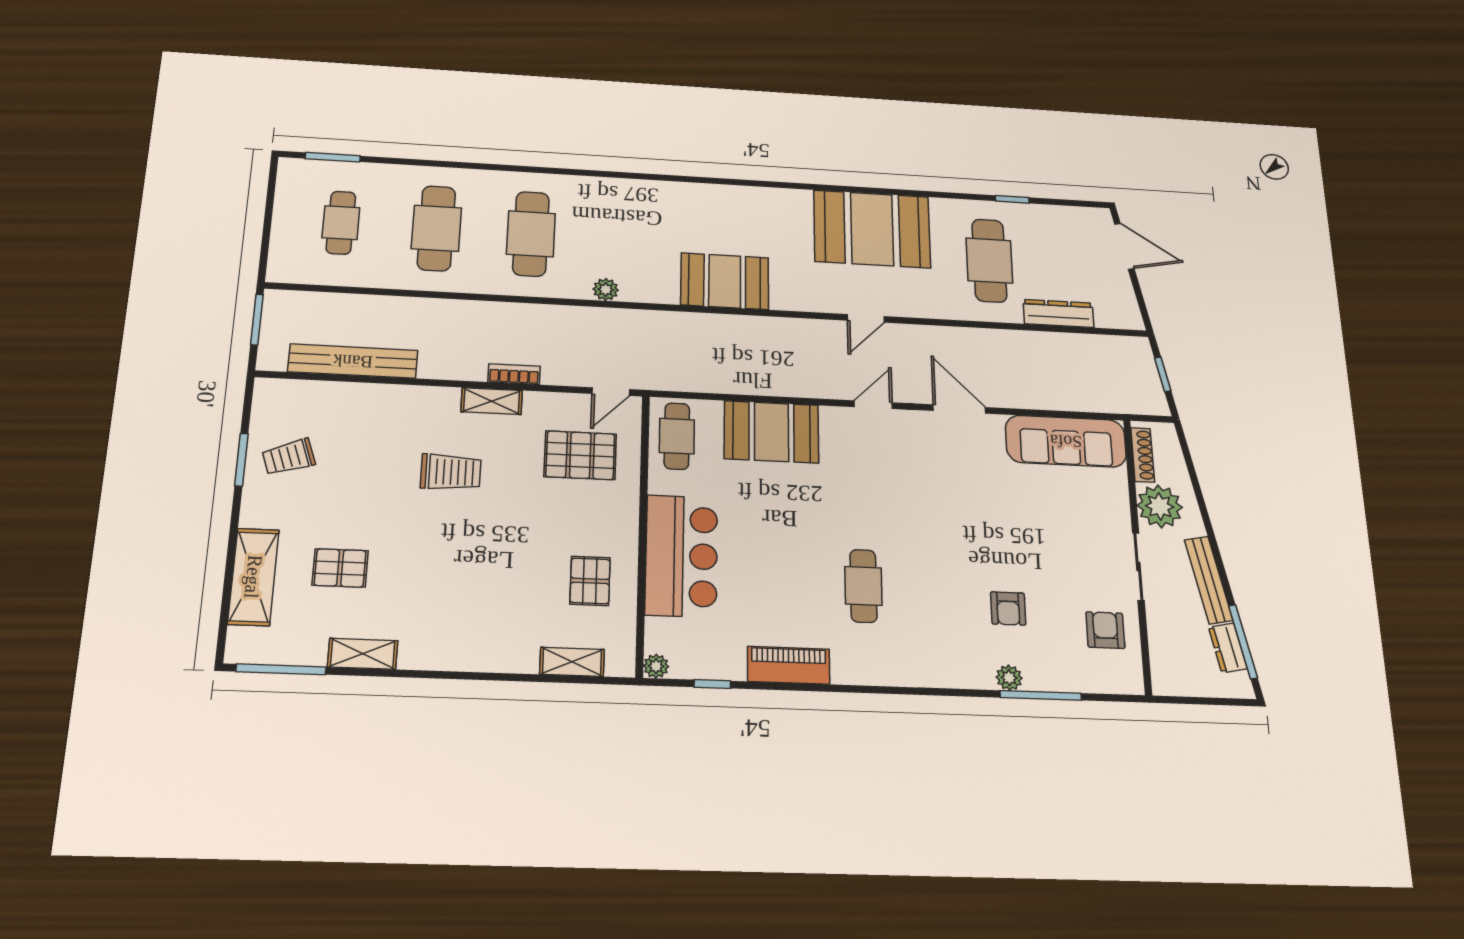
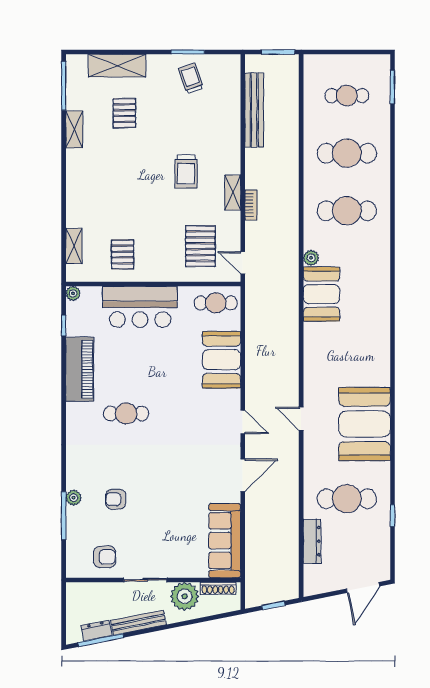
booth: (725, 281) -> (322, 294), moved
pallet: (590, 581) -> (123, 254), turned 90
piano: (789, 665) -> (80, 369), width x1.37, depth x1.33

